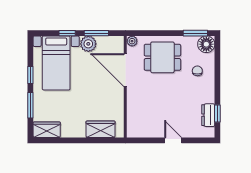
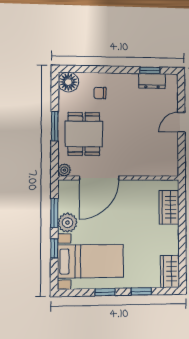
window: (195, 33) -> (55, 126), moved
window: (30, 105) -> (141, 291), width x0.67

